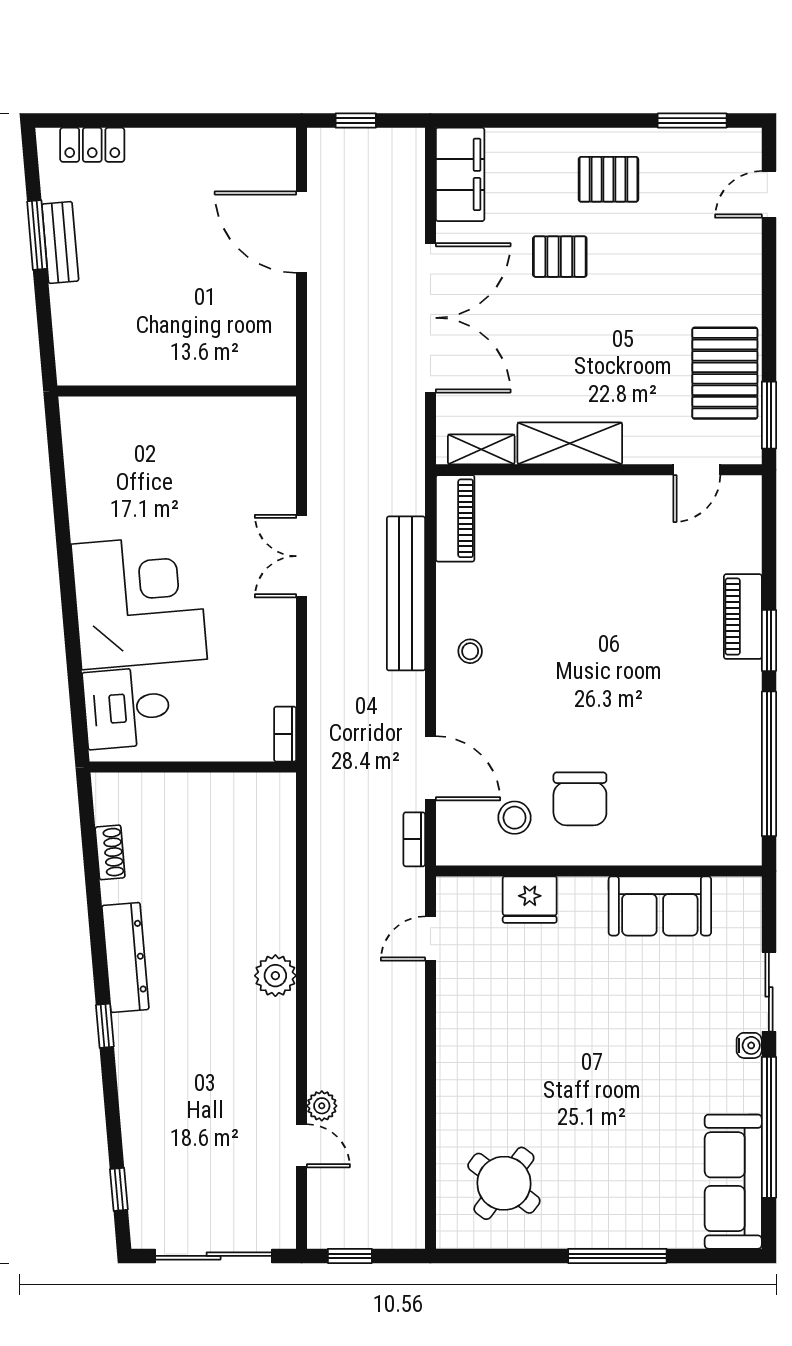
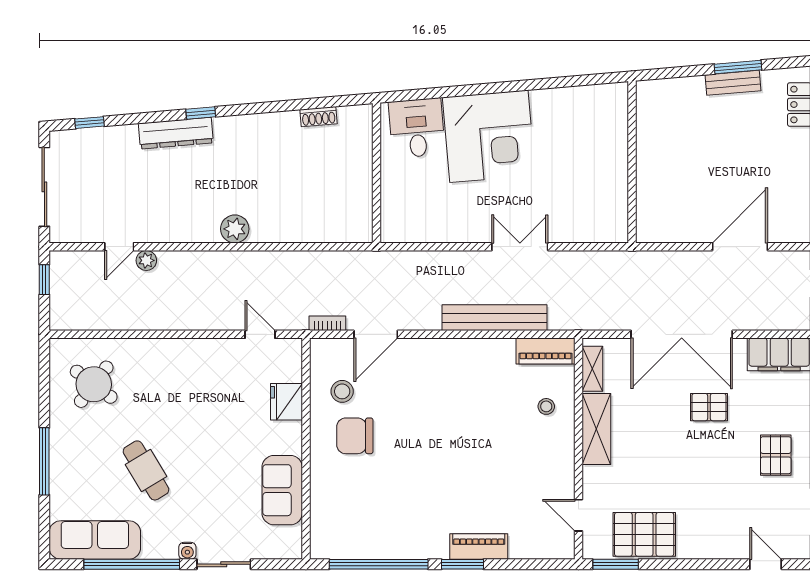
pallet: (560, 257) -> (709, 407), moved, turned 90
stool: (470, 651) -> (546, 406), moved
bookcase: (285, 734) -> (399, 236), removed
dresser: (125, 957) -> (176, 133), moved
cafe table: (631, 1106) -> (146, 470), added

